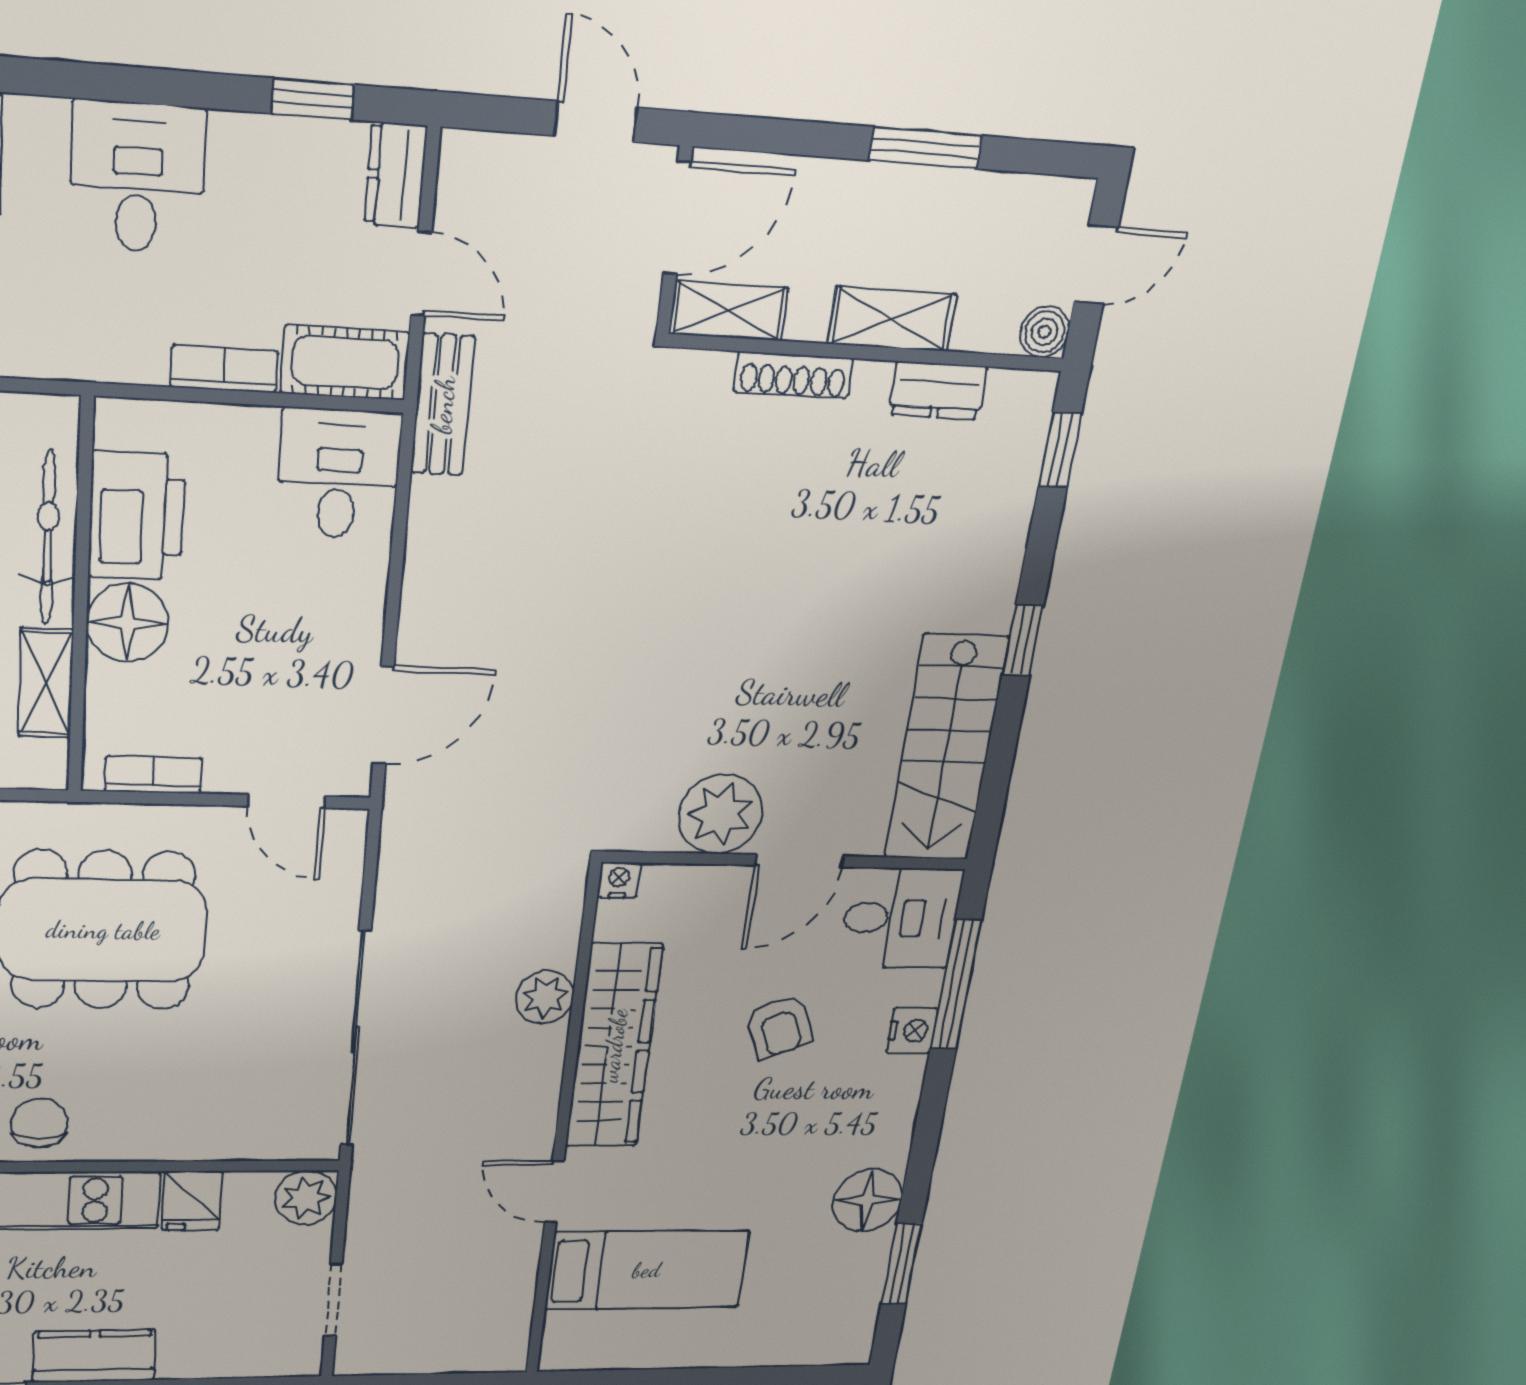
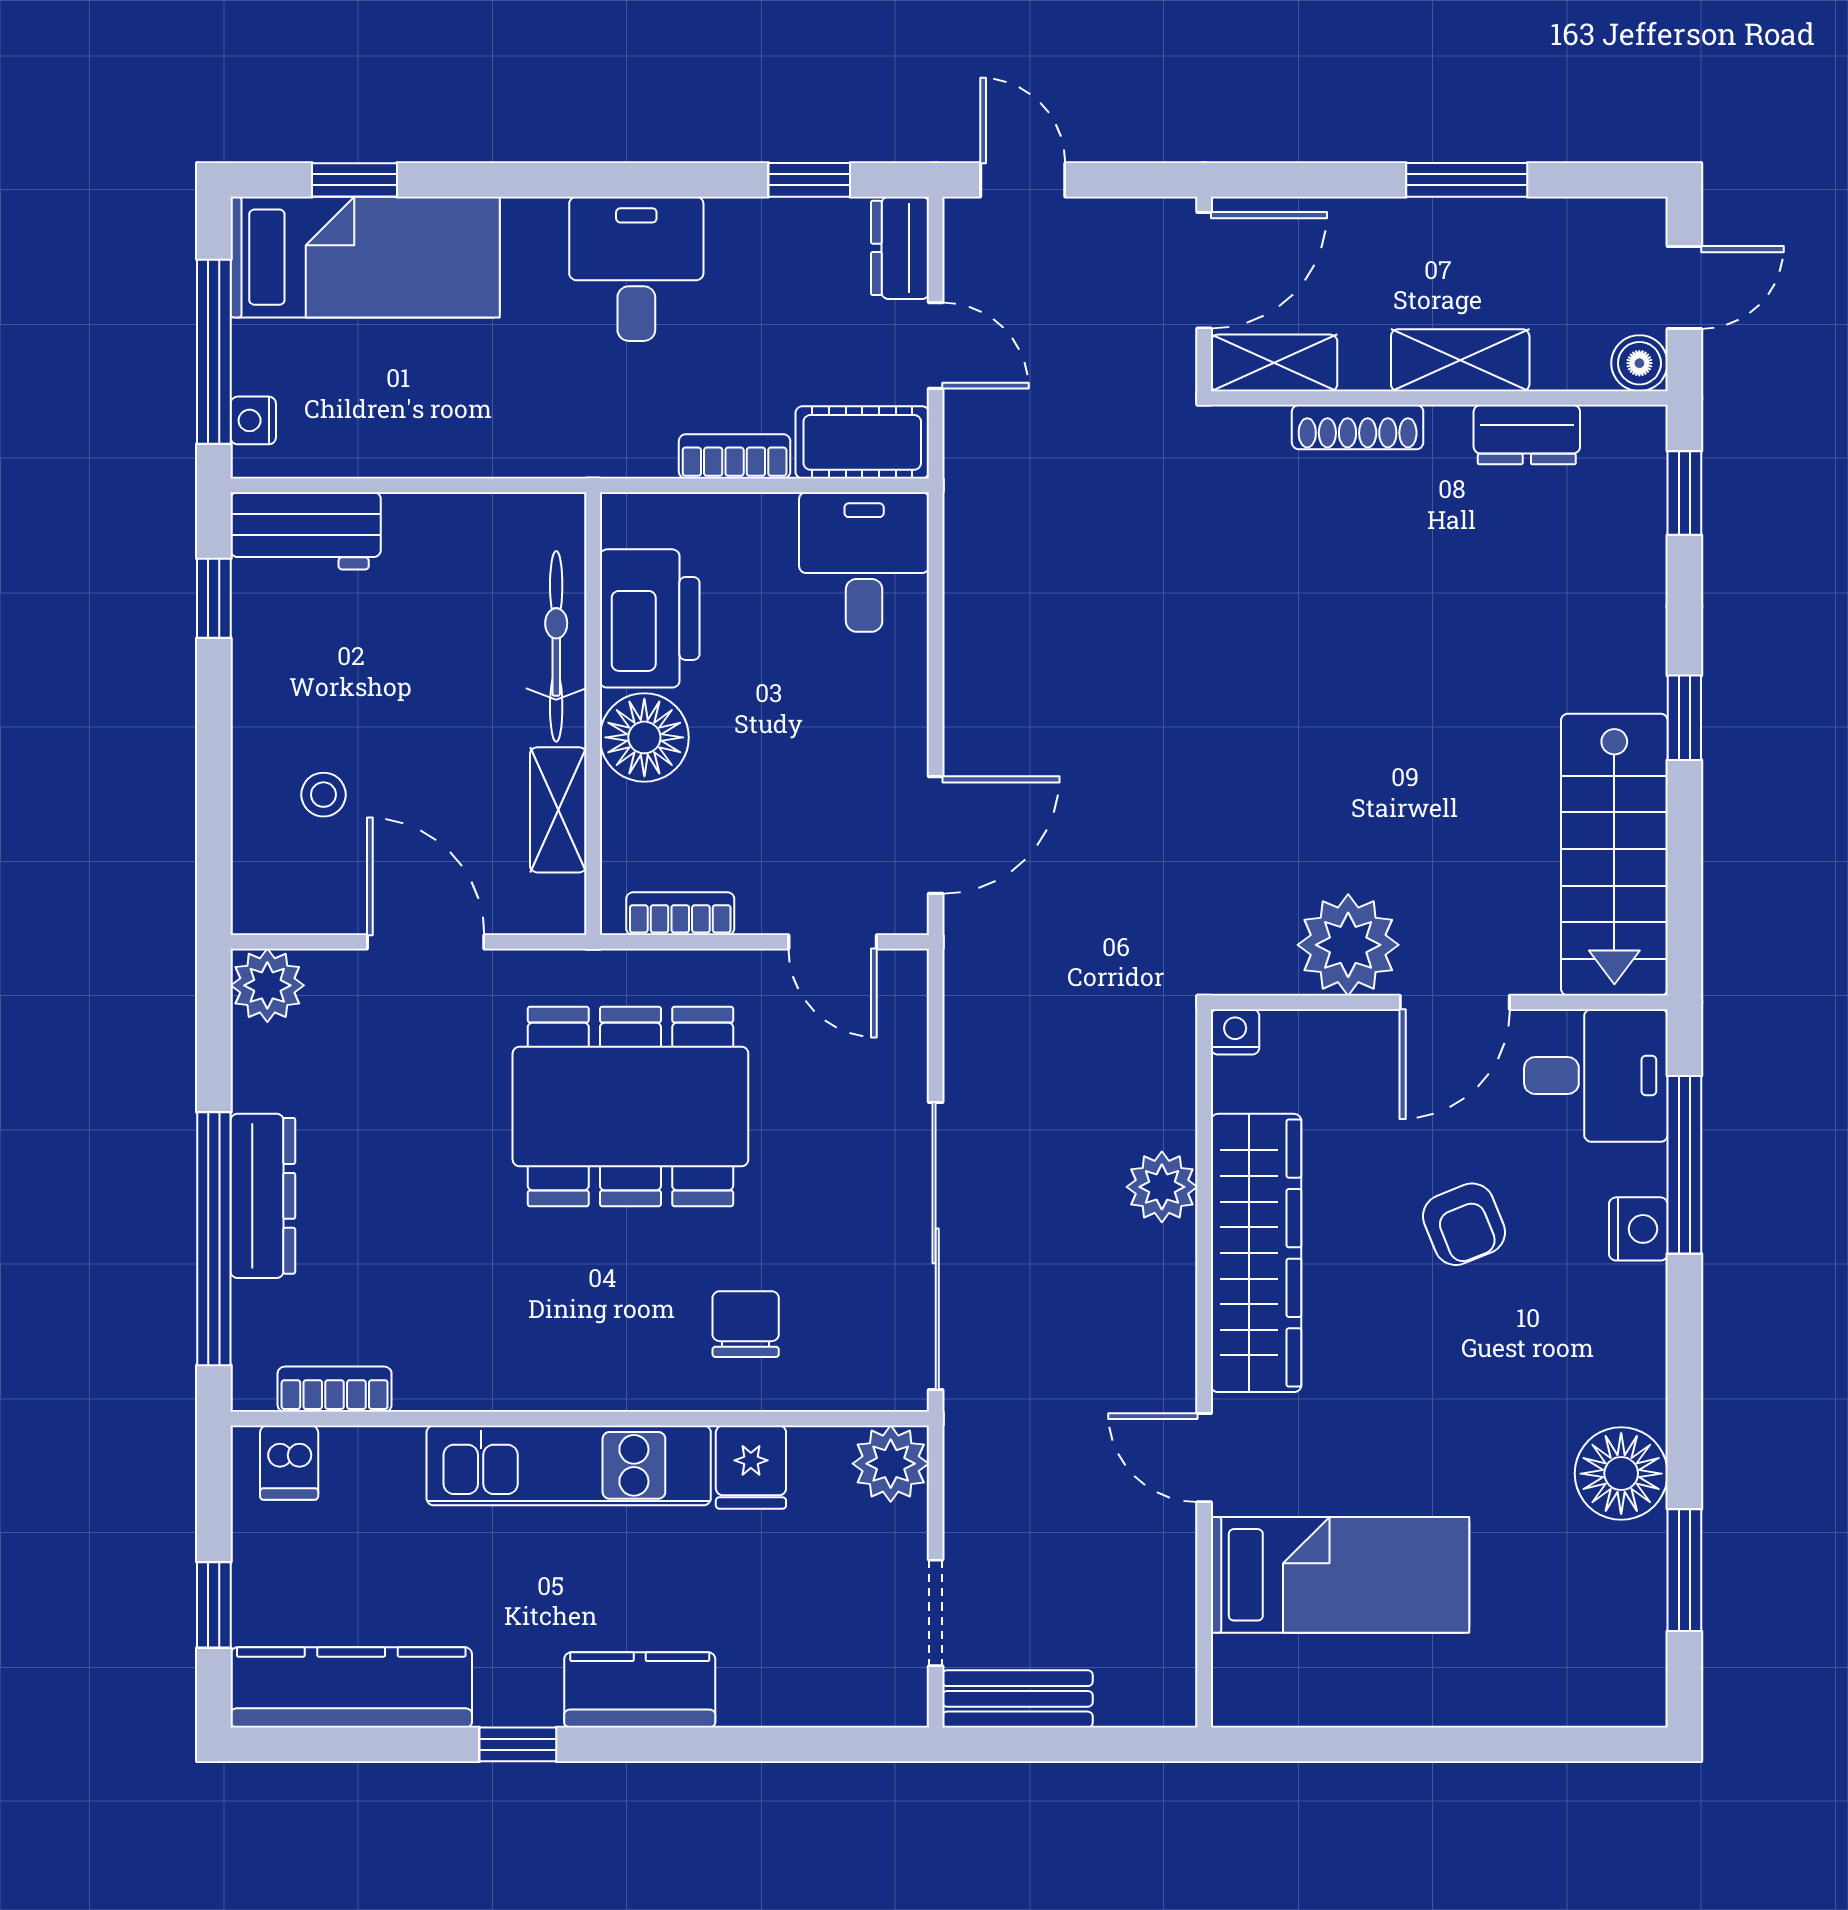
door: (596, 122) -> (1023, 180), moved
bench: (443, 405) -> (1017, 1699), moved, turned 90
chair: (39, 1123) -> (746, 1324), moved

